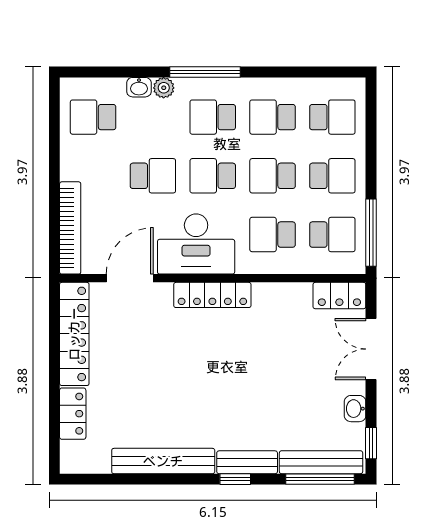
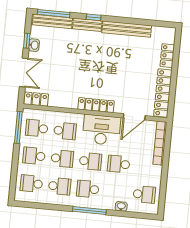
plant: (164, 88) -> (110, 205), removed
school desk: (213, 117) -> (88, 189), turned 180
window: (371, 443) -> (27, 41), moved

